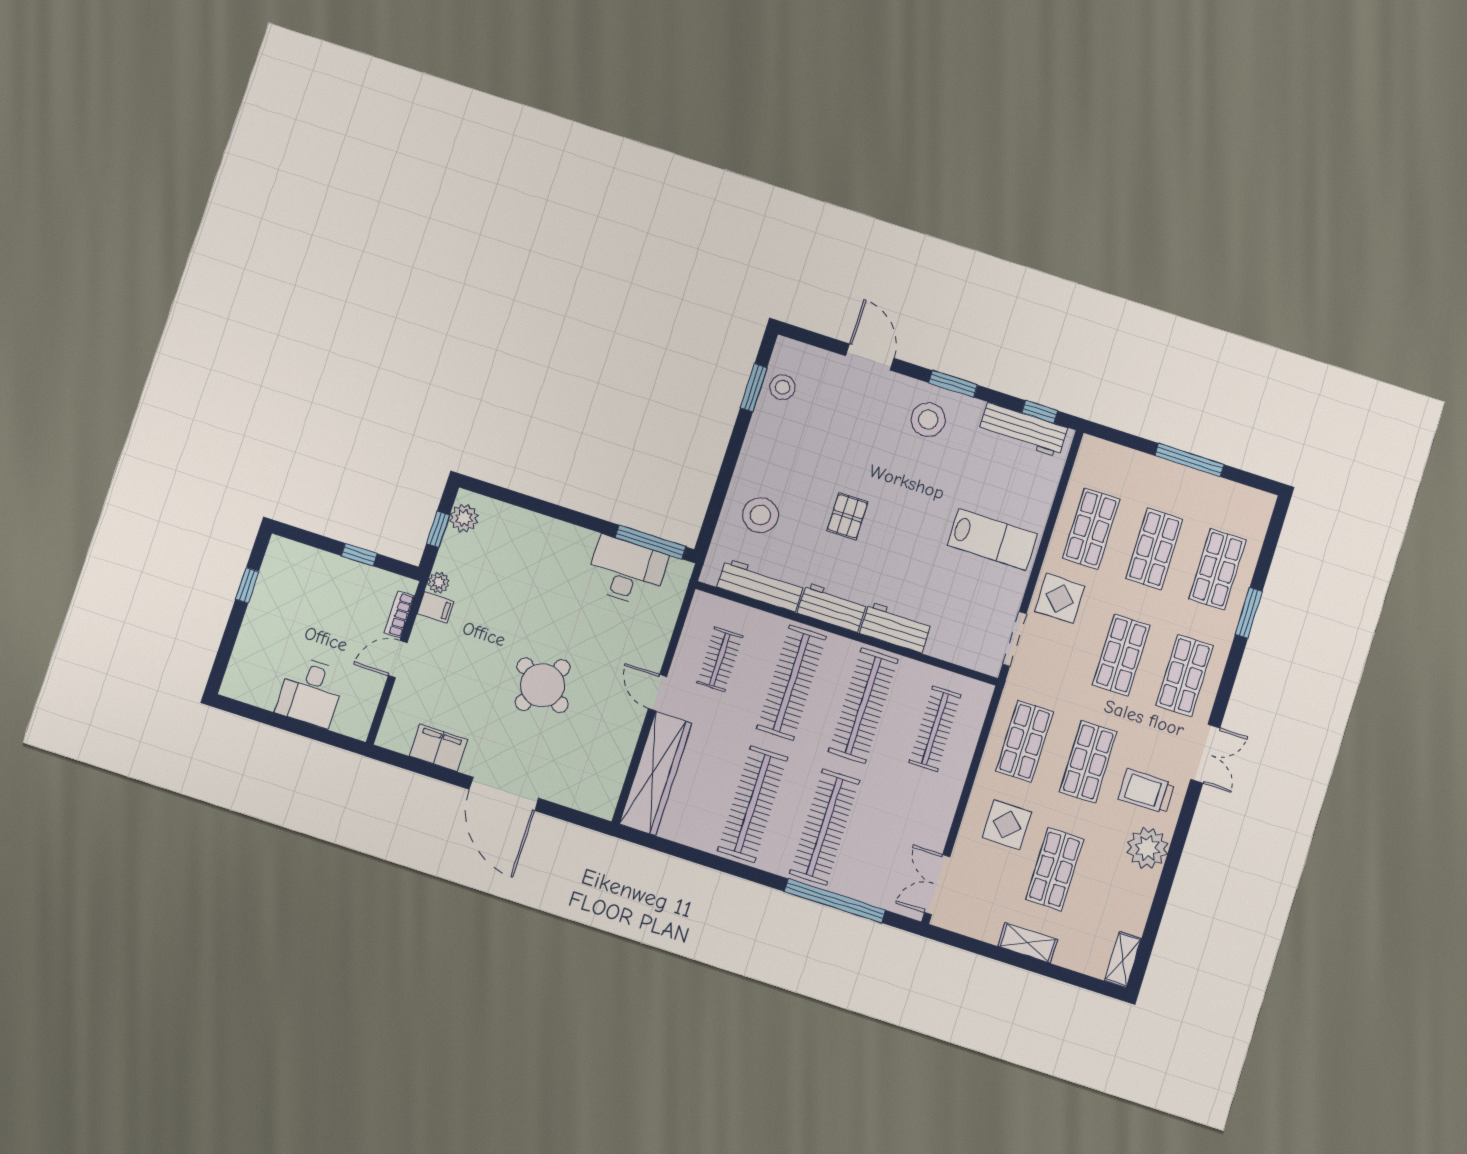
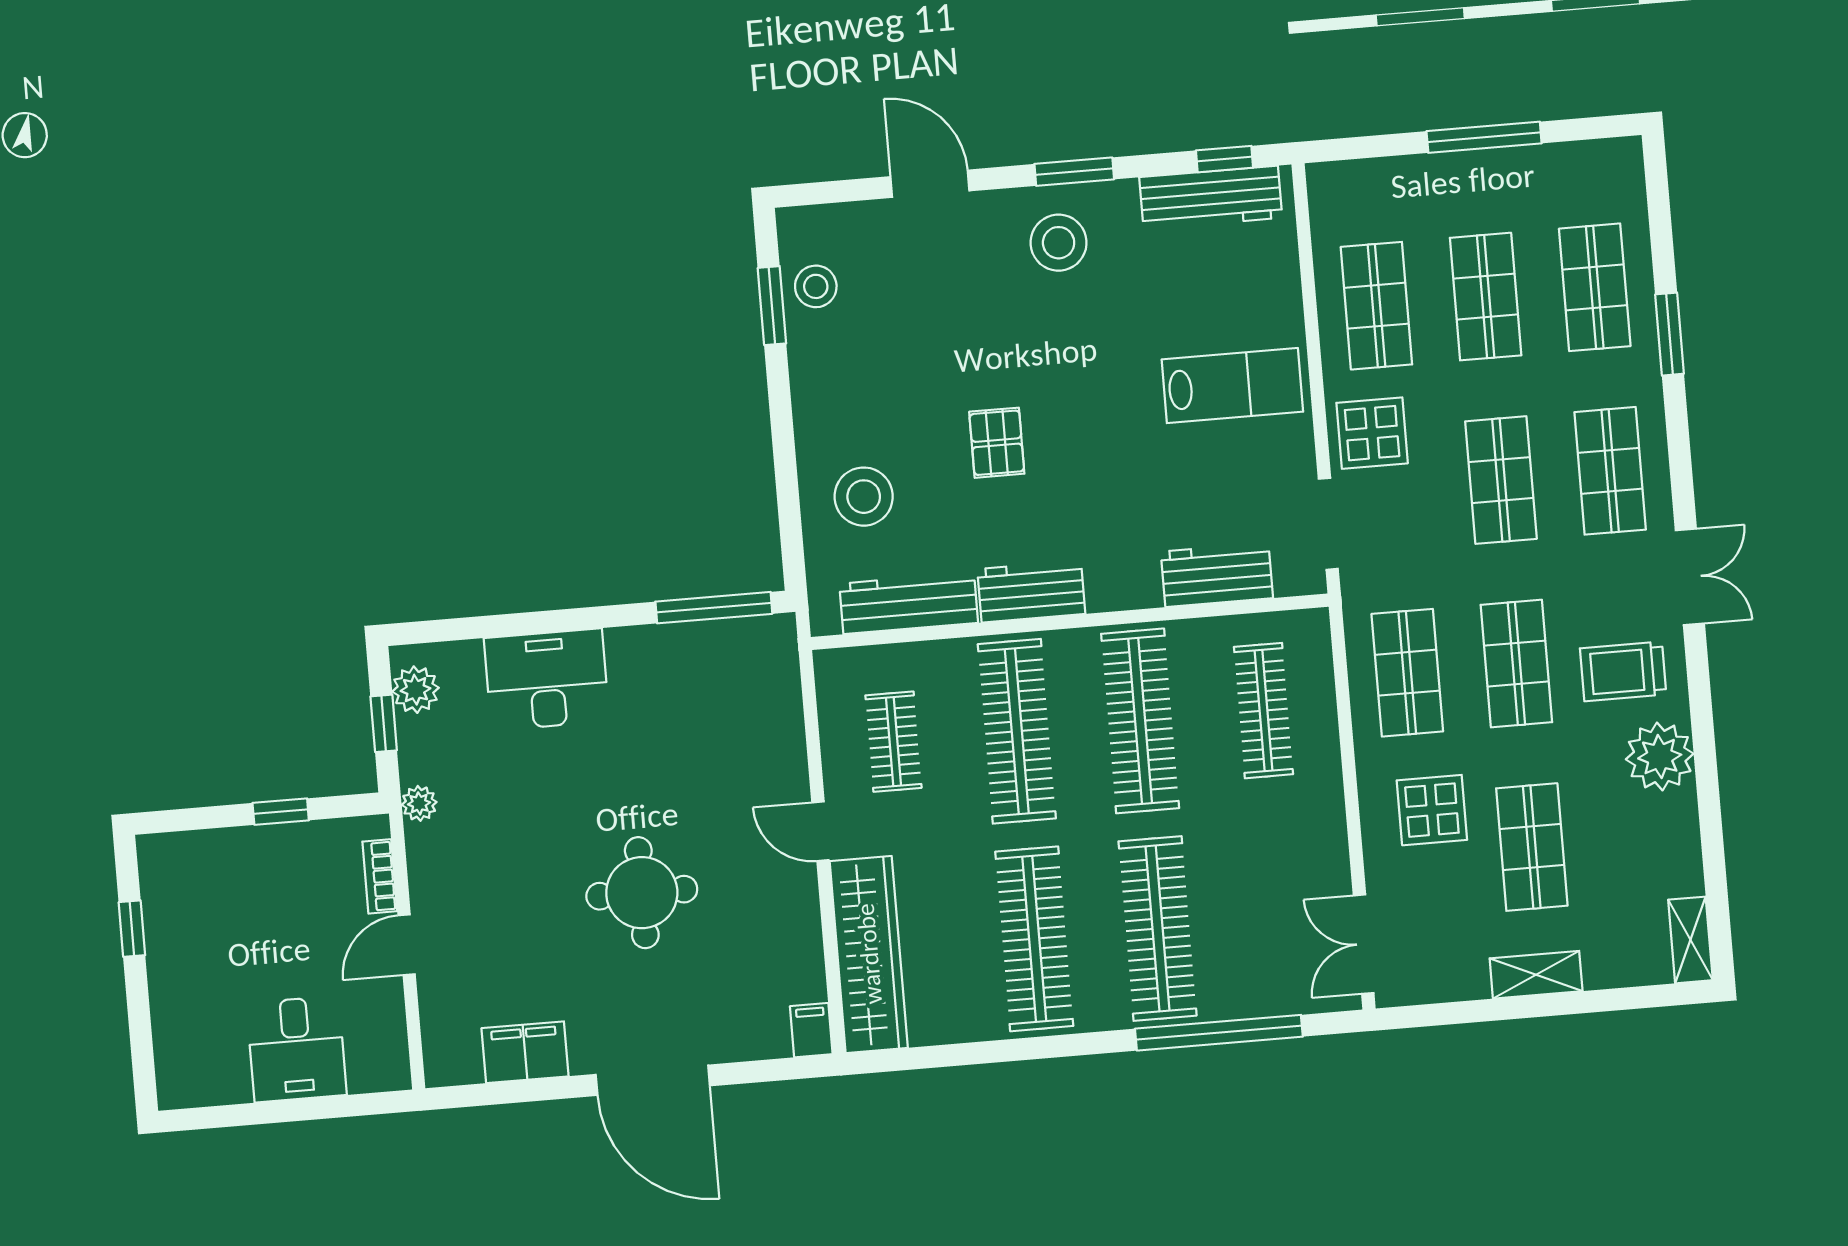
desk: (627, 571) -> (547, 680), moved
filing cabinet: (436, 607) -> (811, 1030), moved, turned -90
workbench: (896, 627) -> (1217, 575), moved
round table: (543, 685) -> (642, 893), turned -30

